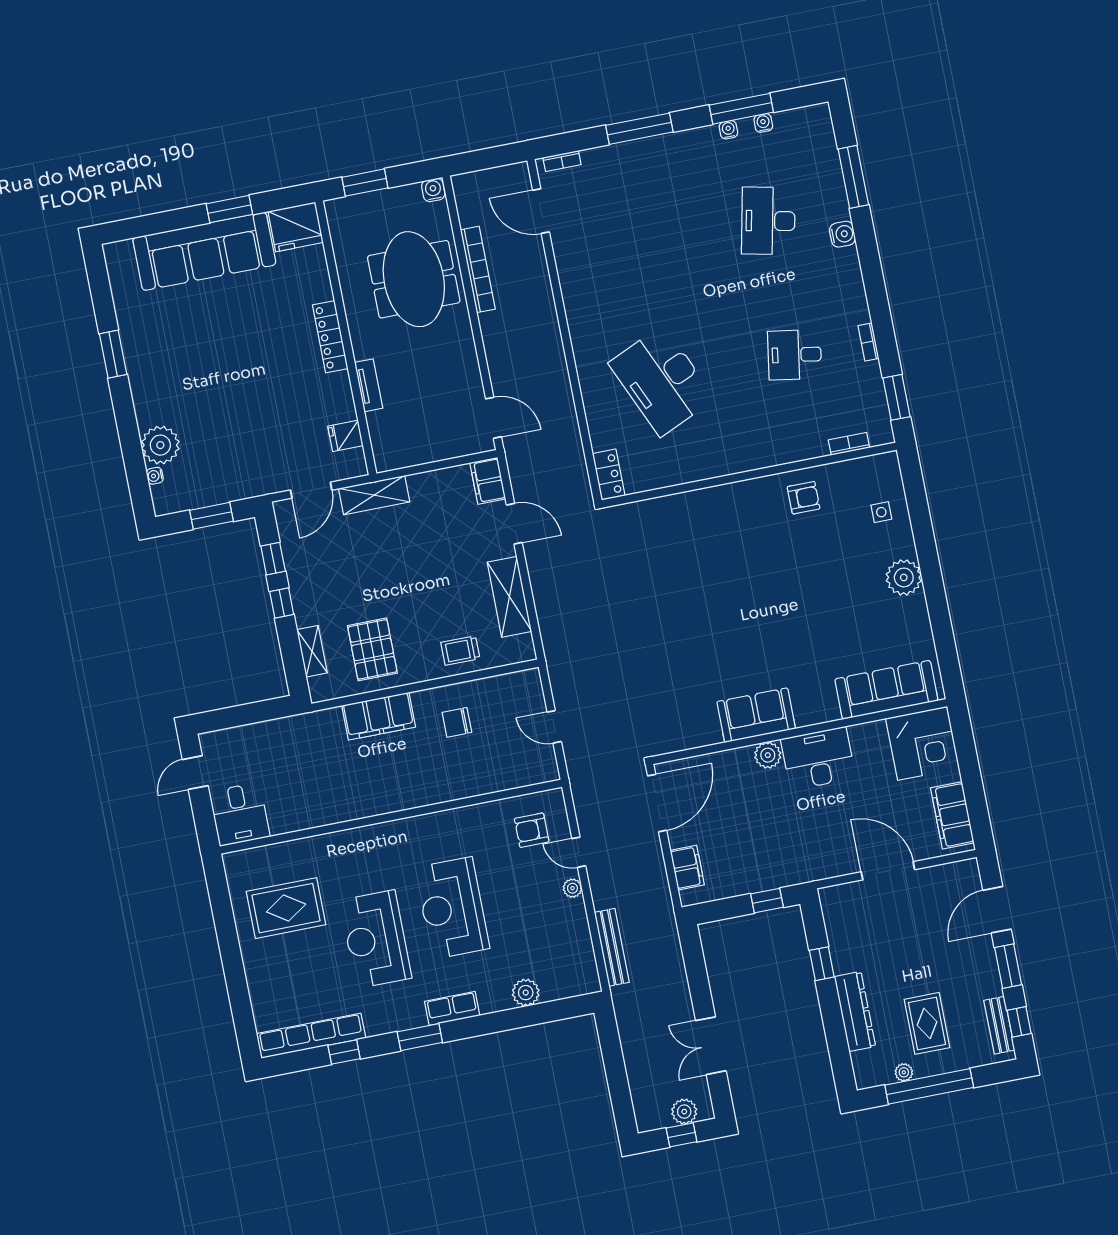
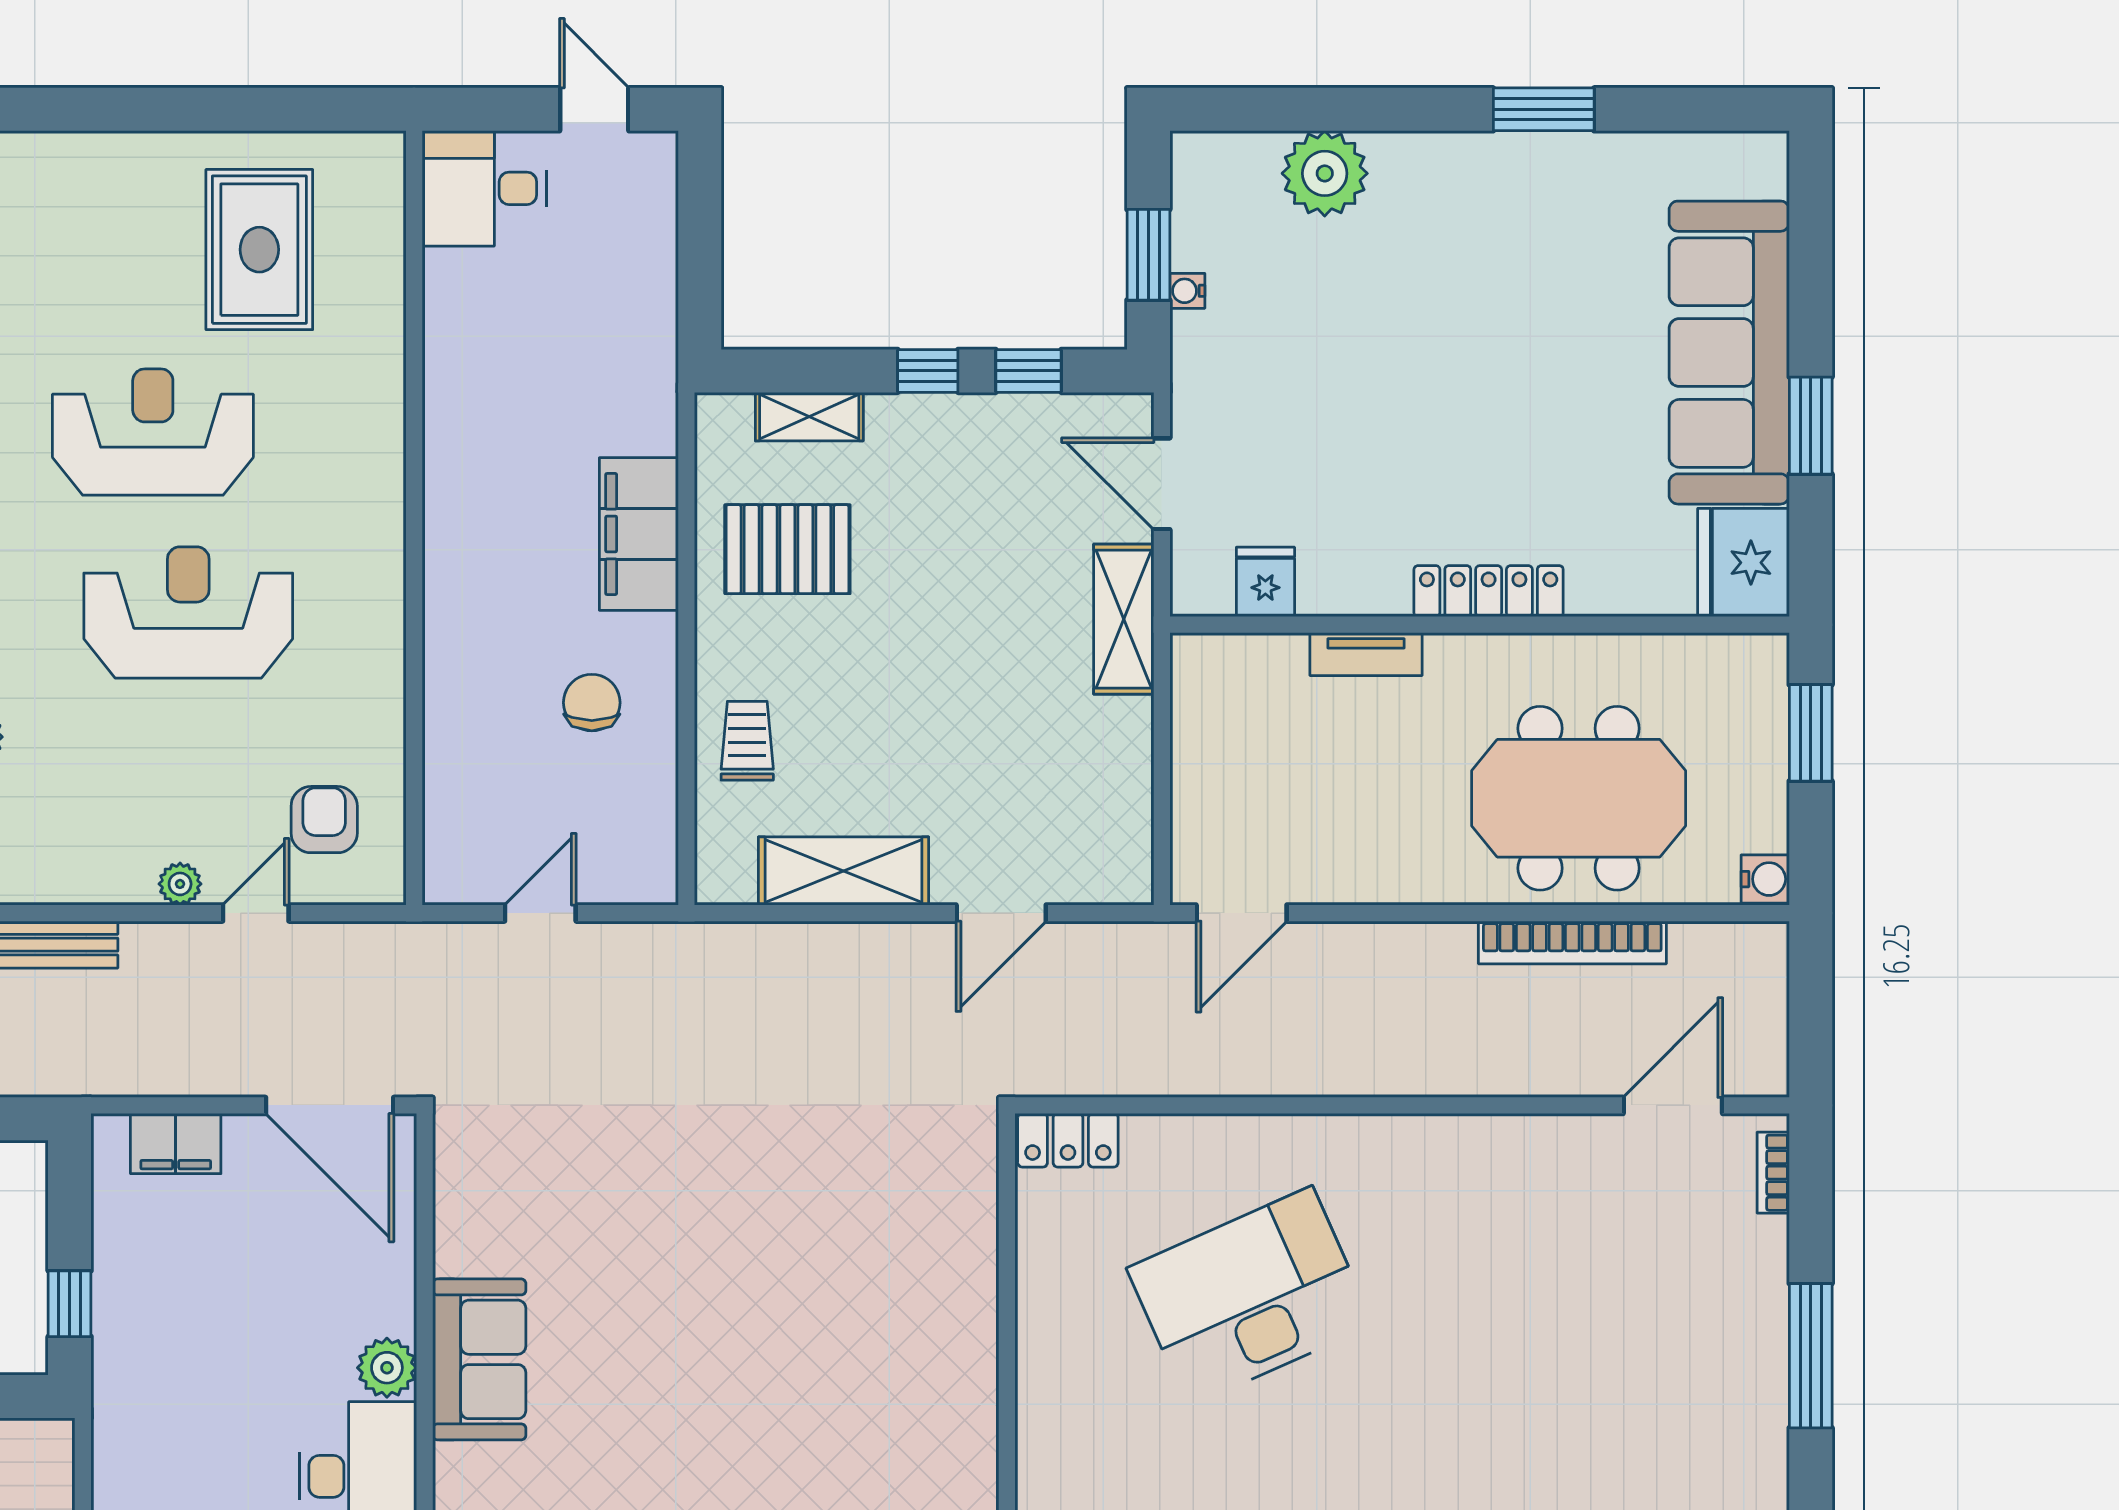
water cooler: (155, 476) -> (1187, 291), moved, turned -90
filing cabinet: (488, 481) -> (1106, 873), removed

